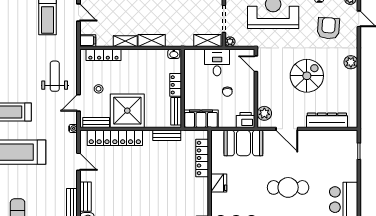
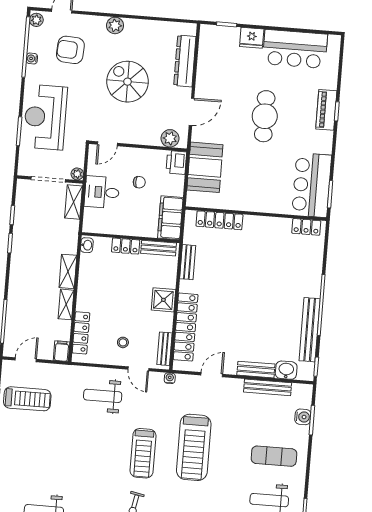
shower: (127, 111) -> (163, 300), width x0.54, depth x0.54
fridge: (219, 183) -> (252, 38), moved, turned 180

